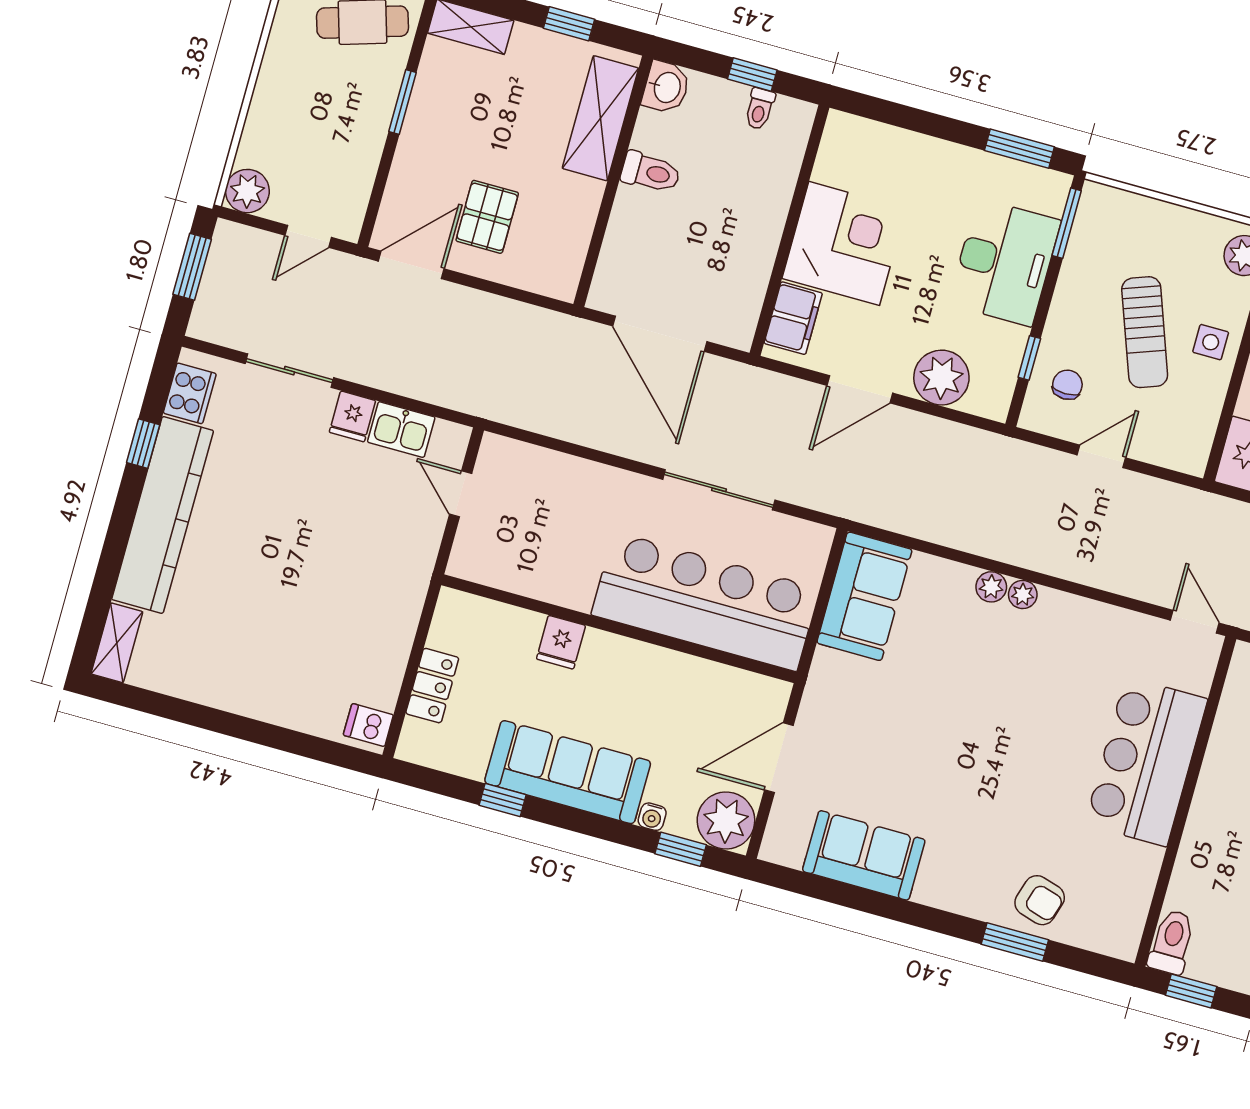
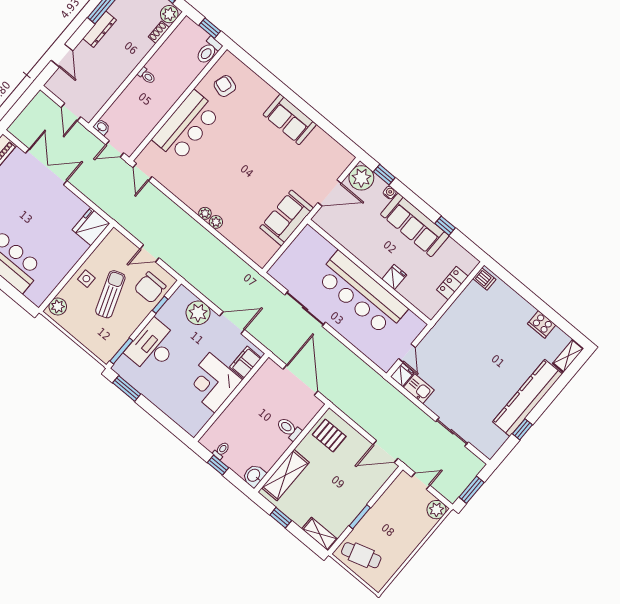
toilet: (651, 172) -> (289, 429), moved
pallet: (487, 217) -> (329, 435), moved, turned 90
chair: (1067, 385) -> (150, 288), width x1.87, depth x1.87
cooker: (190, 393) -> (542, 324), moved, turned -90
fridge: (352, 416) -> (402, 375), moved
sofa: (864, 596) -> (287, 218), moved
bar counter: (705, 602) -> (362, 293), moved
sofa: (864, 855) -> (290, 119), moved
armchair: (1040, 900) -> (225, 86), moved
window: (1015, 942) -> (270, 79), removed

